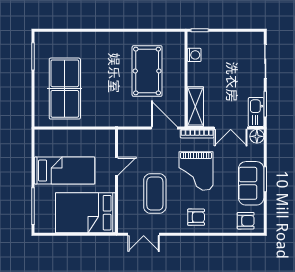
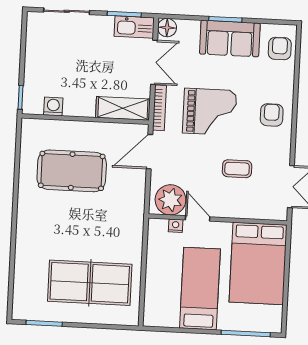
plant: (129, 145) -> (170, 200), added
nightstand: (110, 150) -> (176, 226), added
coffee table: (155, 194) -> (237, 169), width x0.54, depth x0.58

